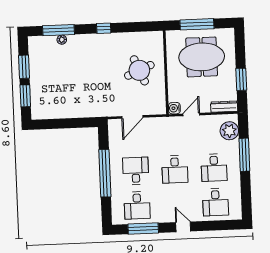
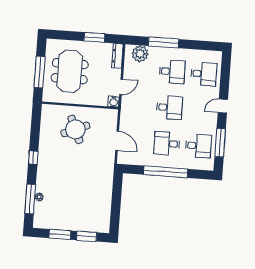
door: (191, 114) -> (121, 87), swing flipped

